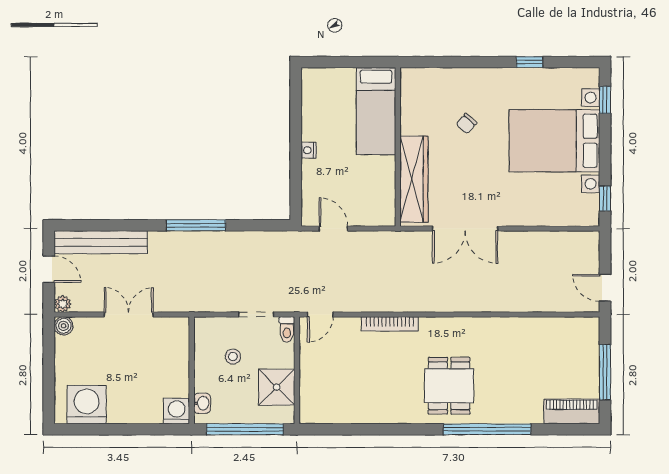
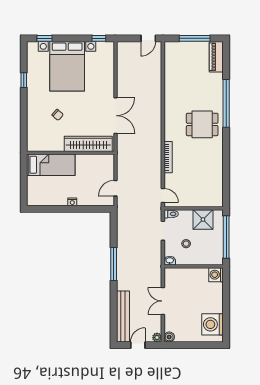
washbasin: (202, 403) -> (170, 261), moved

